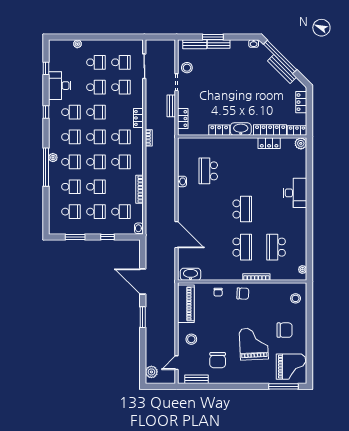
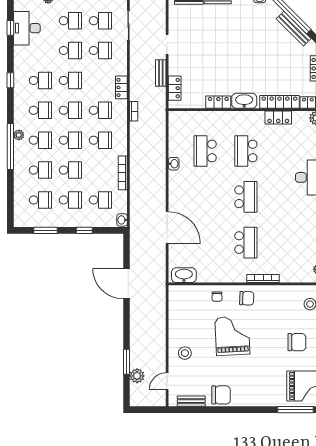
stool: (187, 68) -> (180, 27), removed
desk: (60, 86) -> (27, 28), moved
school desk: (276, 247) -> (246, 151), moved
piano: (186, 304) -> (178, 311), removed
window: (143, 317) -> (127, 362), moved
grand piano: (254, 344) -> (232, 336), moved
chair: (218, 360) -> (221, 395), moved, turned -90
plant: (151, 372) -> (137, 376), moved

